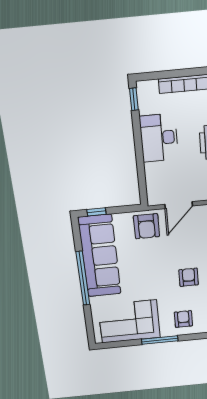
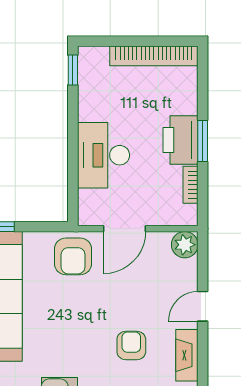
desk: (159, 138) -> (104, 155), moved

